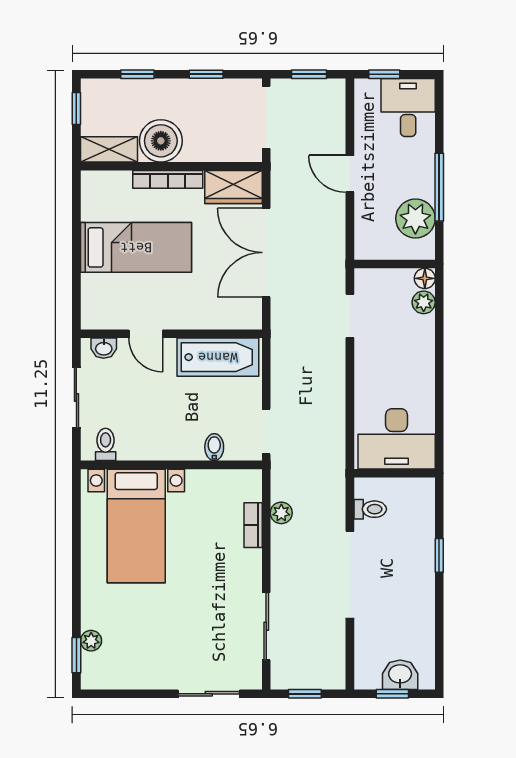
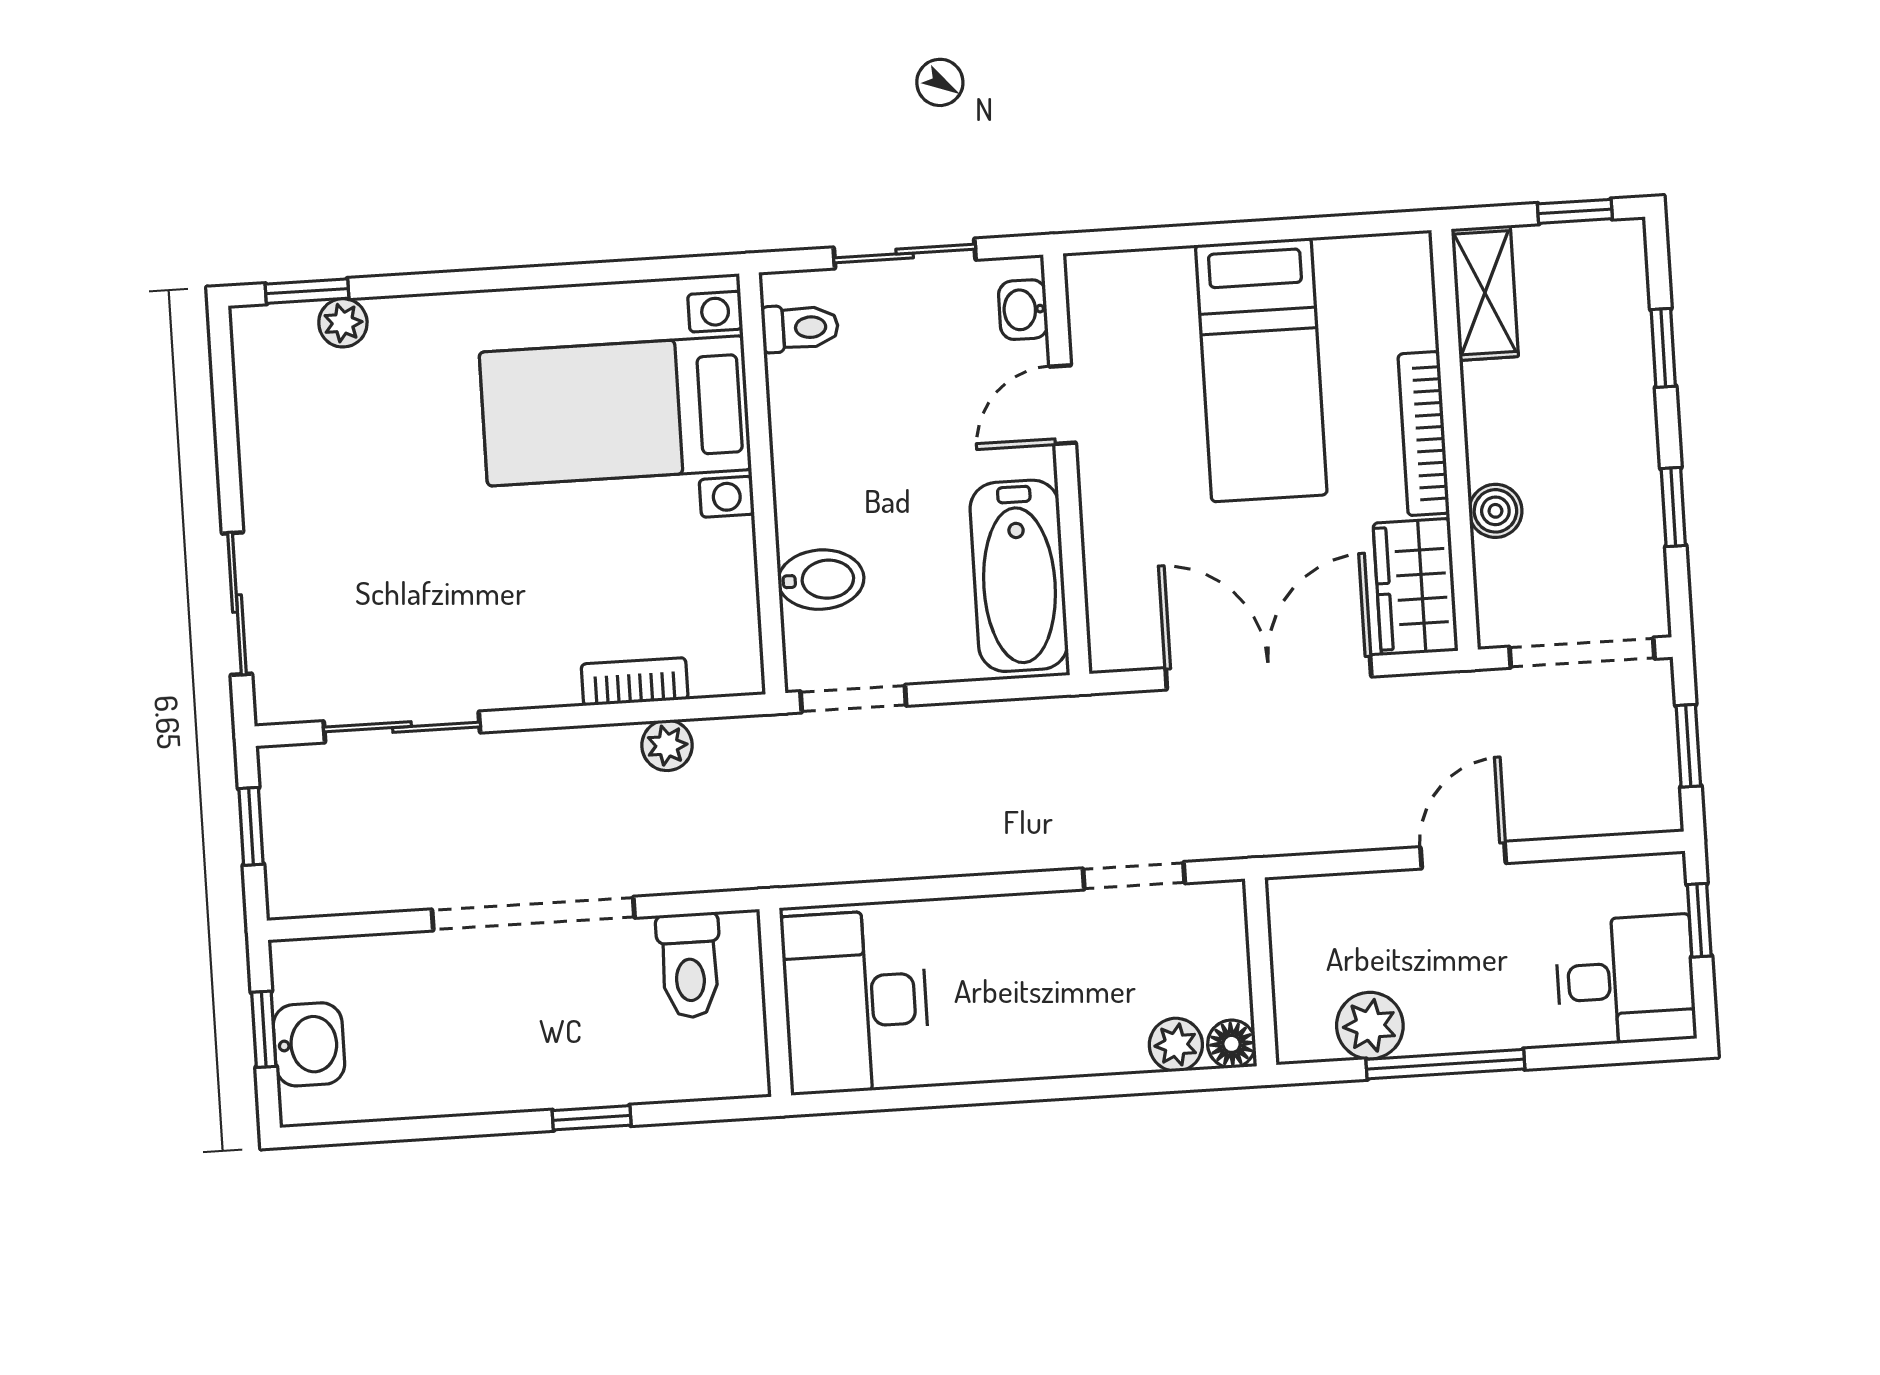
boiler: (161, 141) -> (1495, 511), moved, width x0.54, depth x0.54
plant: (415, 219) -> (1370, 1026), width x0.73, depth x0.73
bidet: (214, 447) -> (821, 580), width x1.38, depth x1.36
toilet: (370, 509) -> (690, 965), width x1.37, depth x1.39

